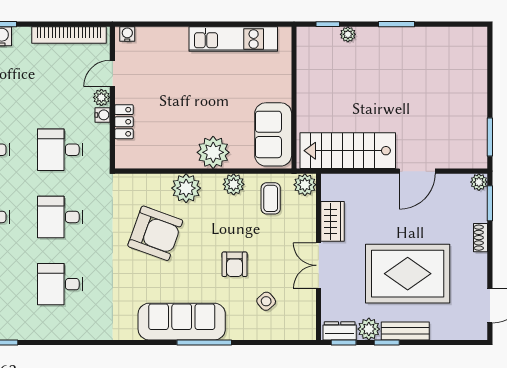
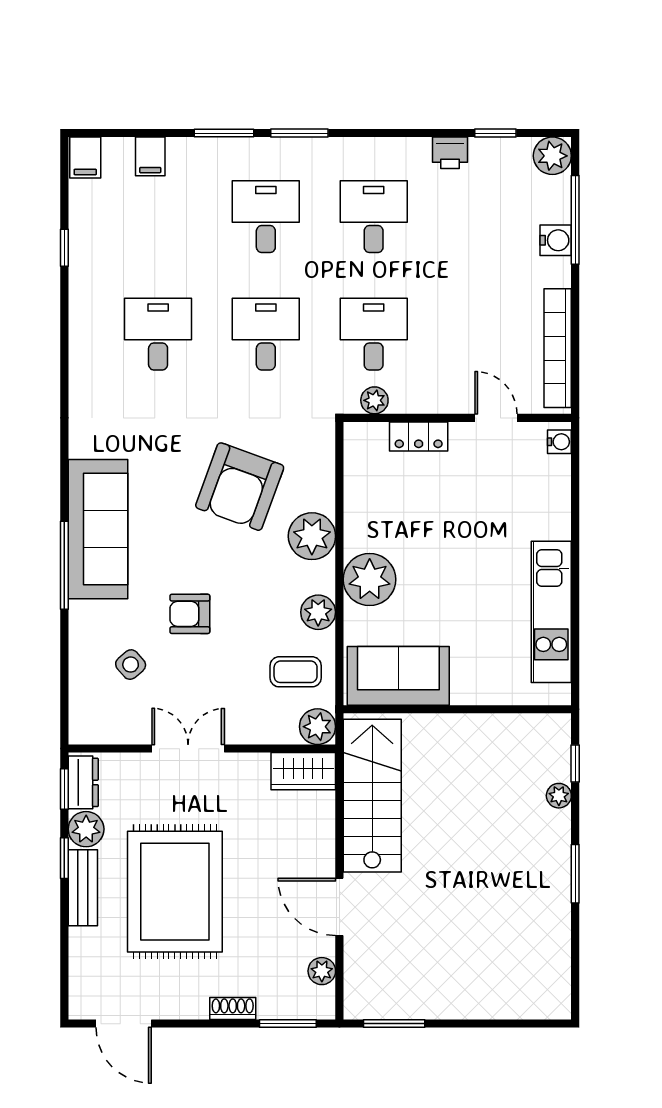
plant: (101, 97) -> (374, 400), moved
water cooler: (103, 115) -> (430, 402), removed
plant: (479, 182) -> (322, 971), moved
wardrobe: (333, 221) -> (303, 771), moved

